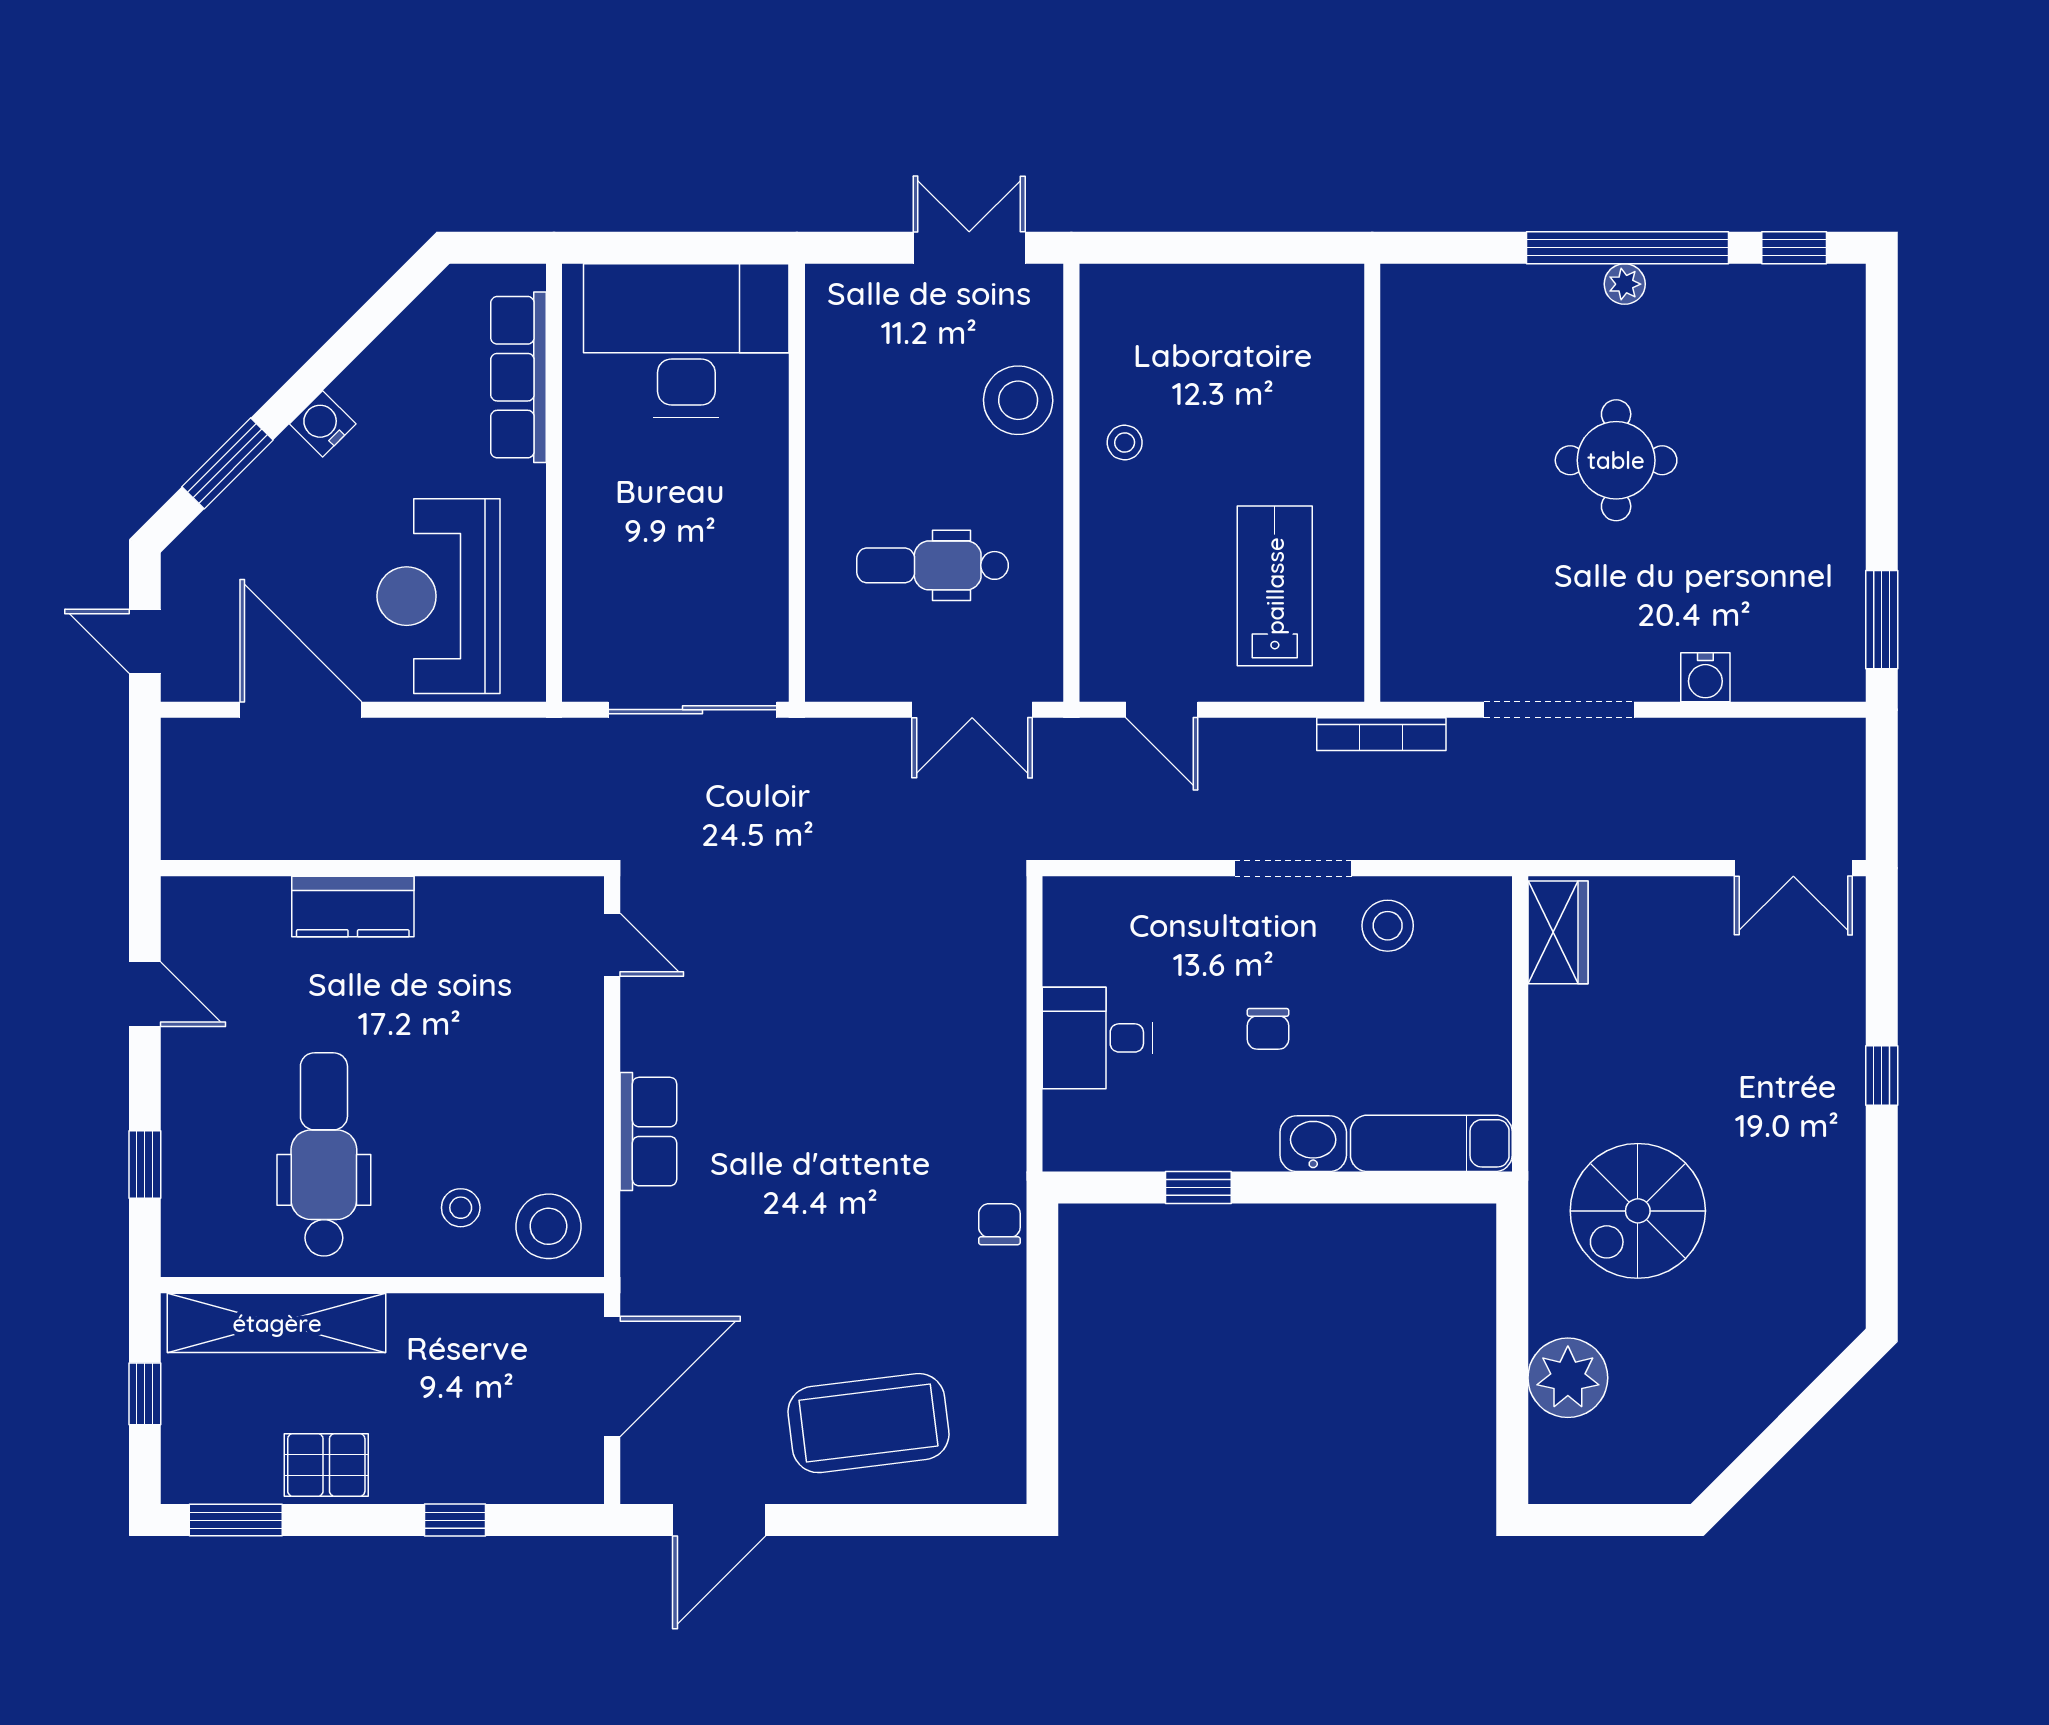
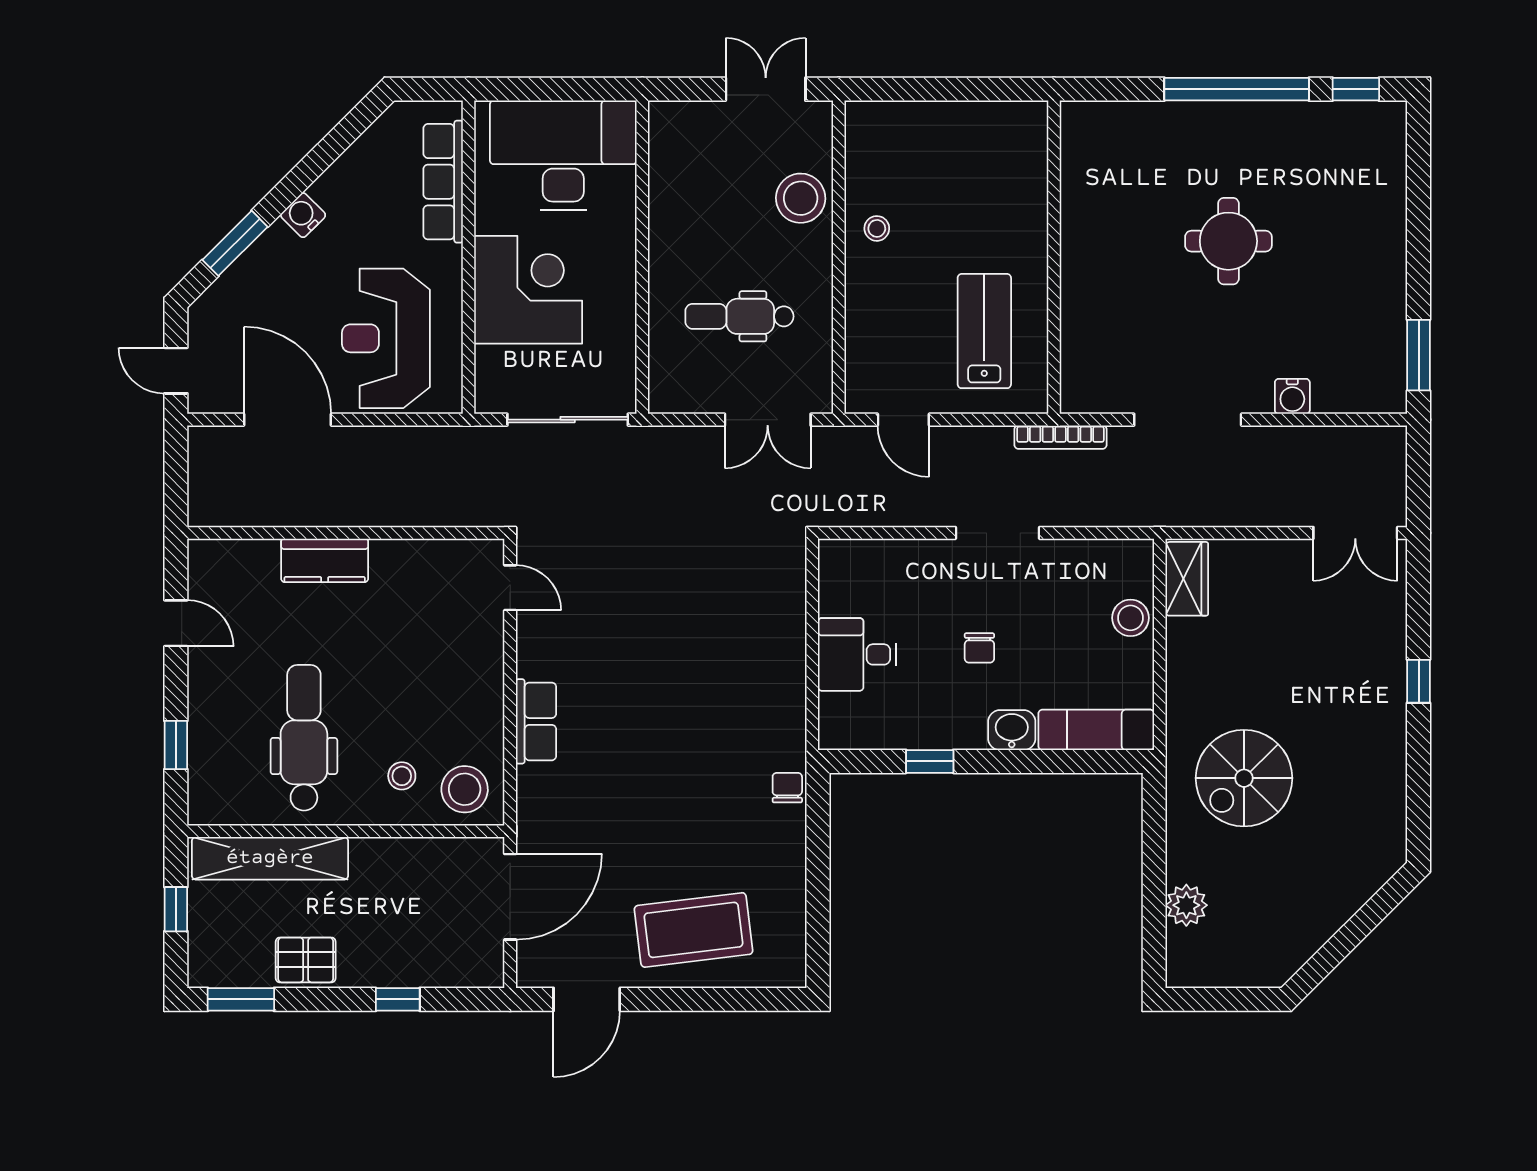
plant: (1625, 284) -> (1235, 115), removed
corner desk: (637, 528) -> (528, 290), added
stool: (1388, 926) -> (1131, 618), moved
plant: (1568, 1378) -> (1186, 905), width x0.73, depth x0.73

